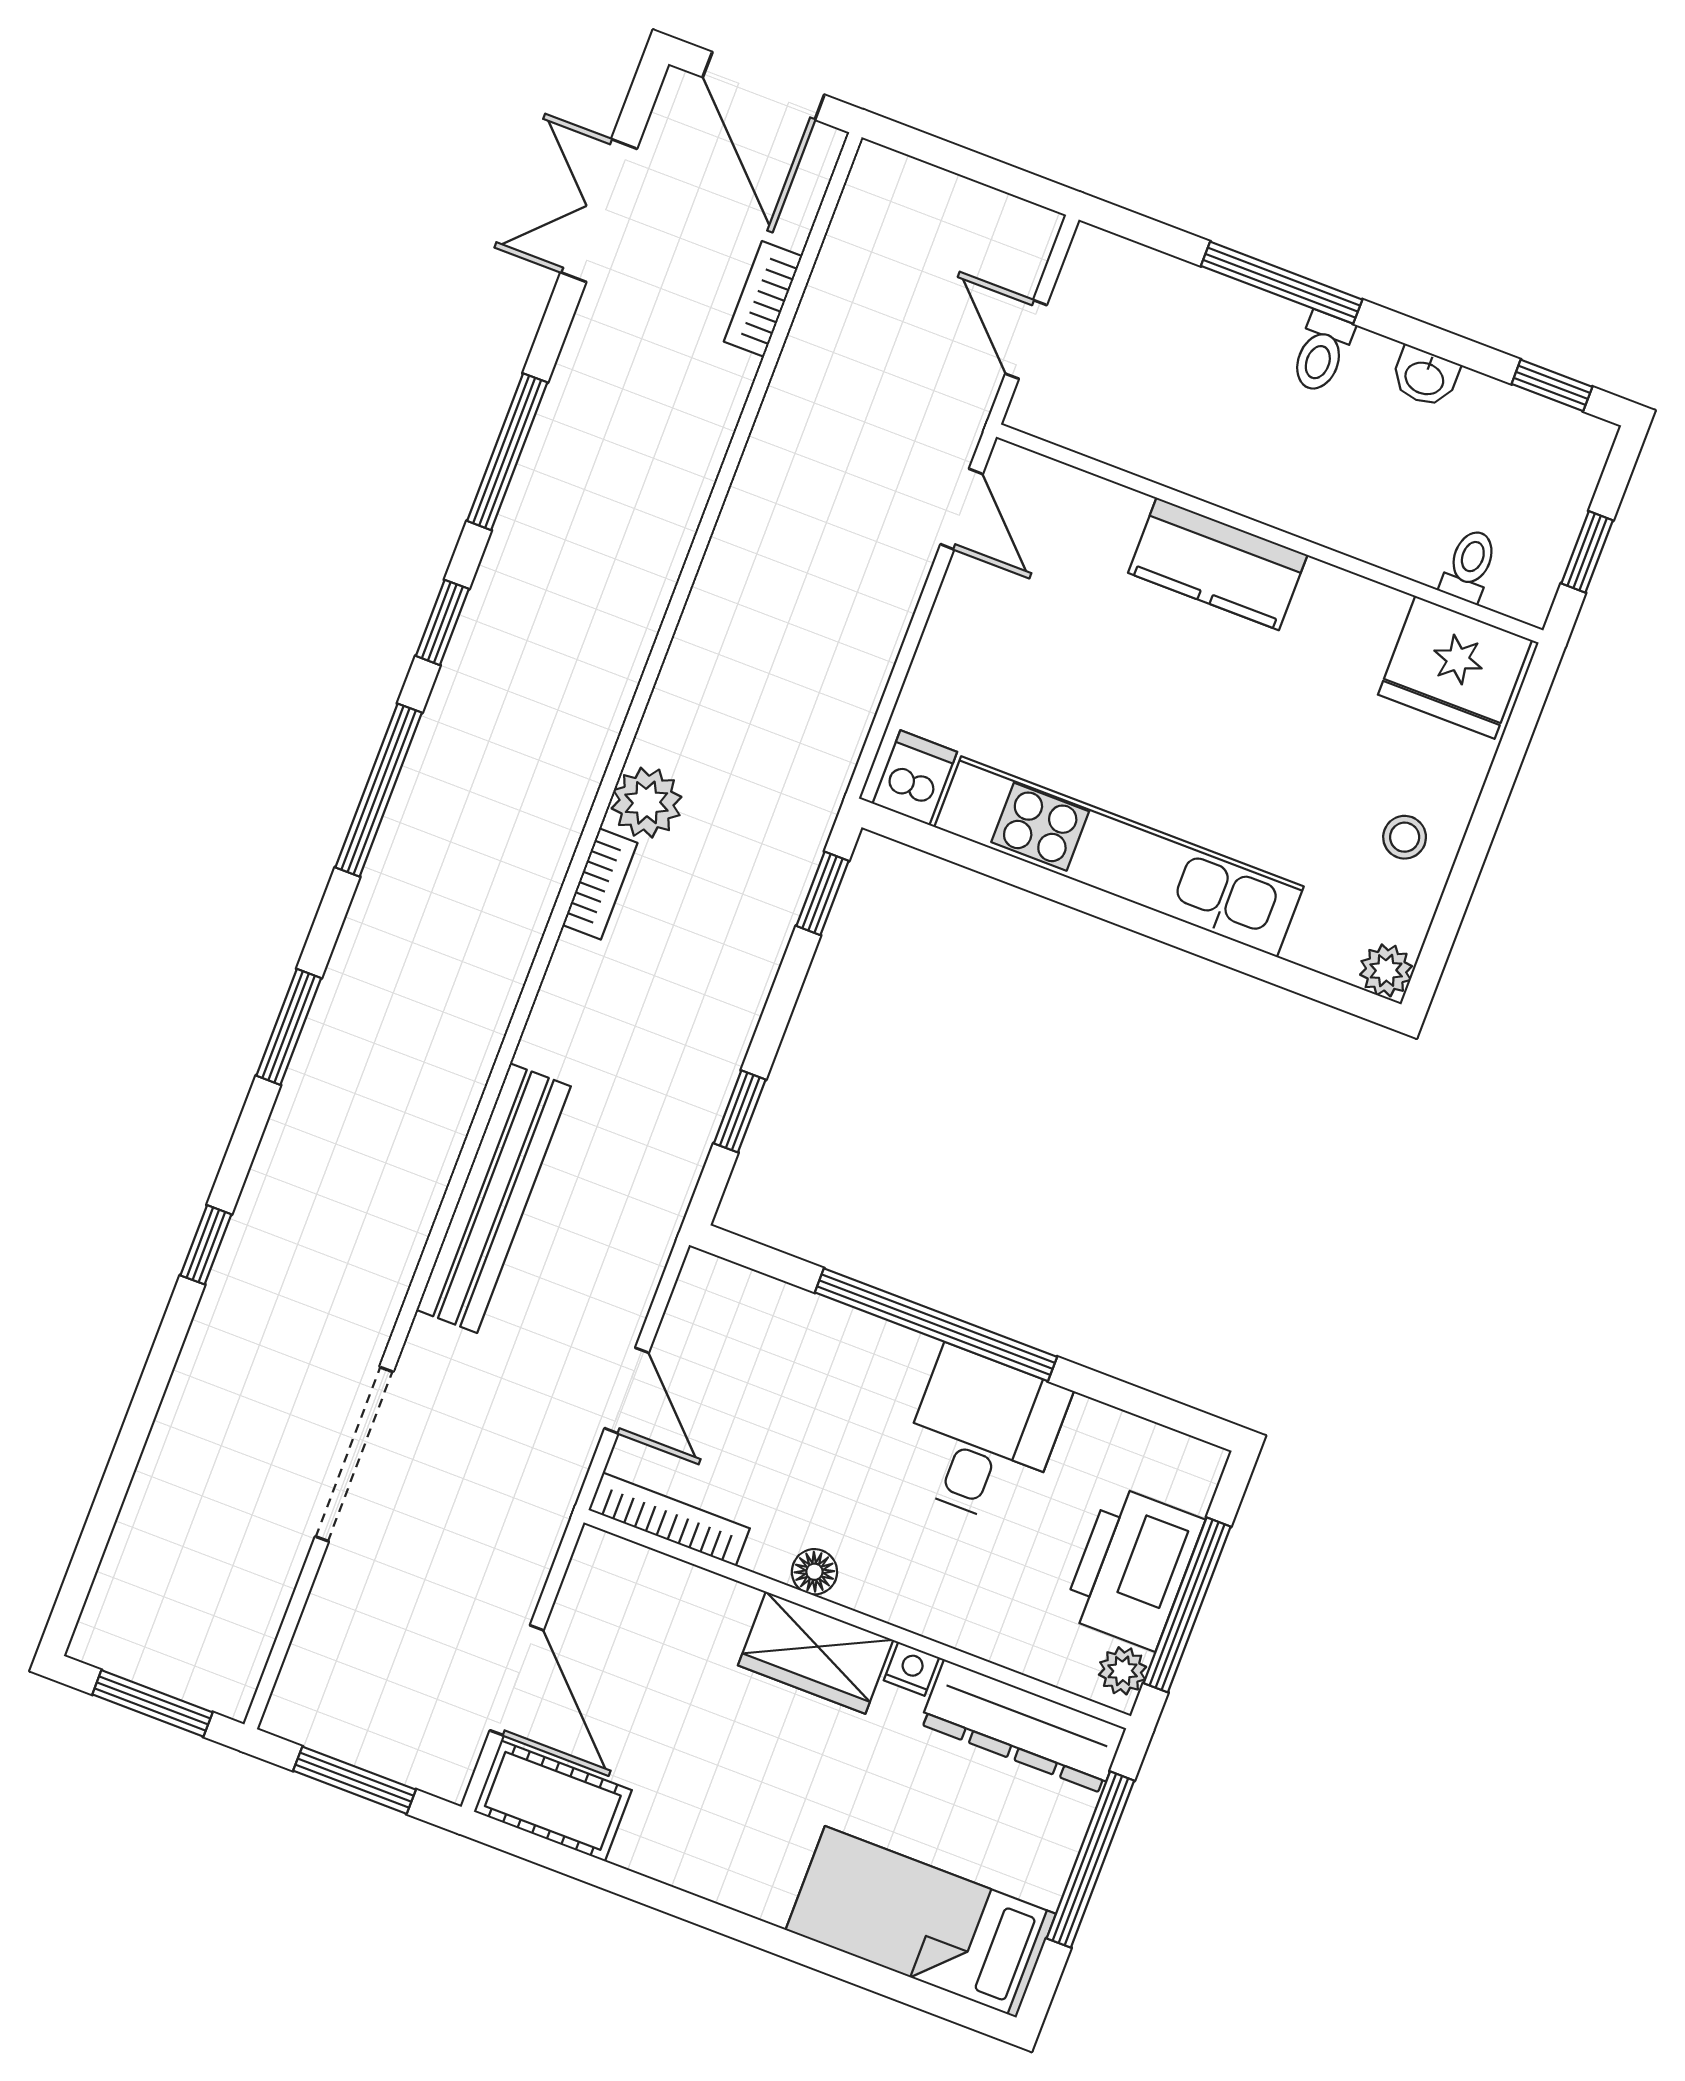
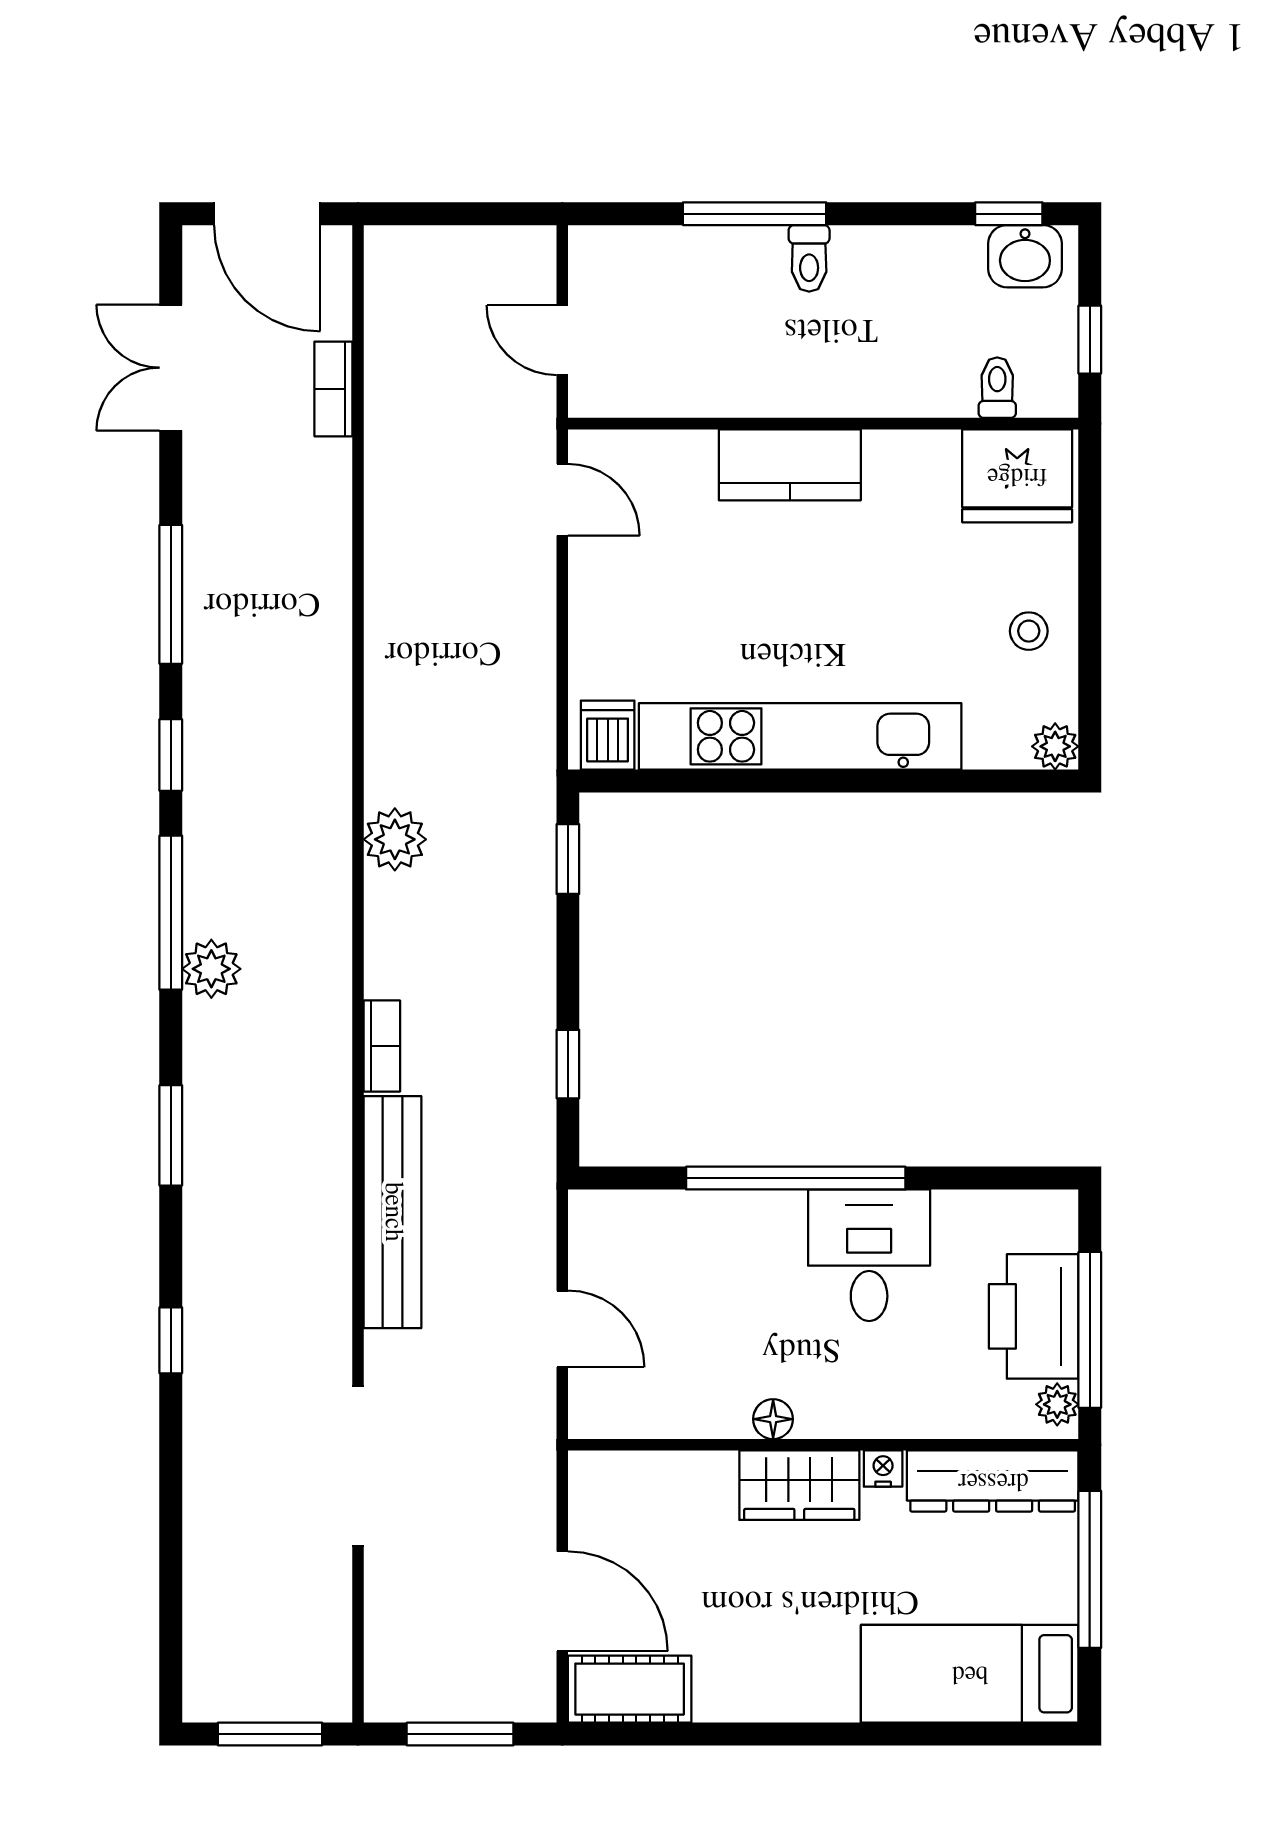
washbasin: (1425, 377) -> (1025, 256), moved, width x1.38, depth x1.45
plant: (399, 866) -> (211, 969), added
bookcase: (600, 884) -> (382, 1046), moved
bookcase: (669, 1519) -> (637, 1421), removed

